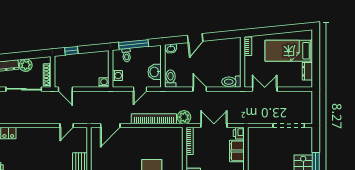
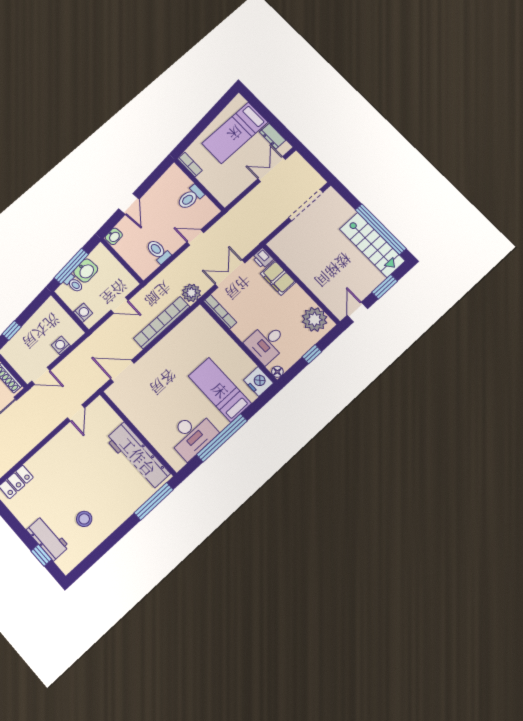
washbasin: (155, 72) -> (86, 271), moved, turned -96
toilet: (171, 79) -> (158, 251), moved
toilet: (231, 82) -> (190, 197), moved
washing machine: (104, 83) -> (61, 345), moved
door: (140, 89) -> (120, 305), hinge flipped
door: (200, 89) -> (195, 237), moved
double door: (265, 89) -> (272, 169), moved
door: (110, 126) -> (122, 371), swing flipped

